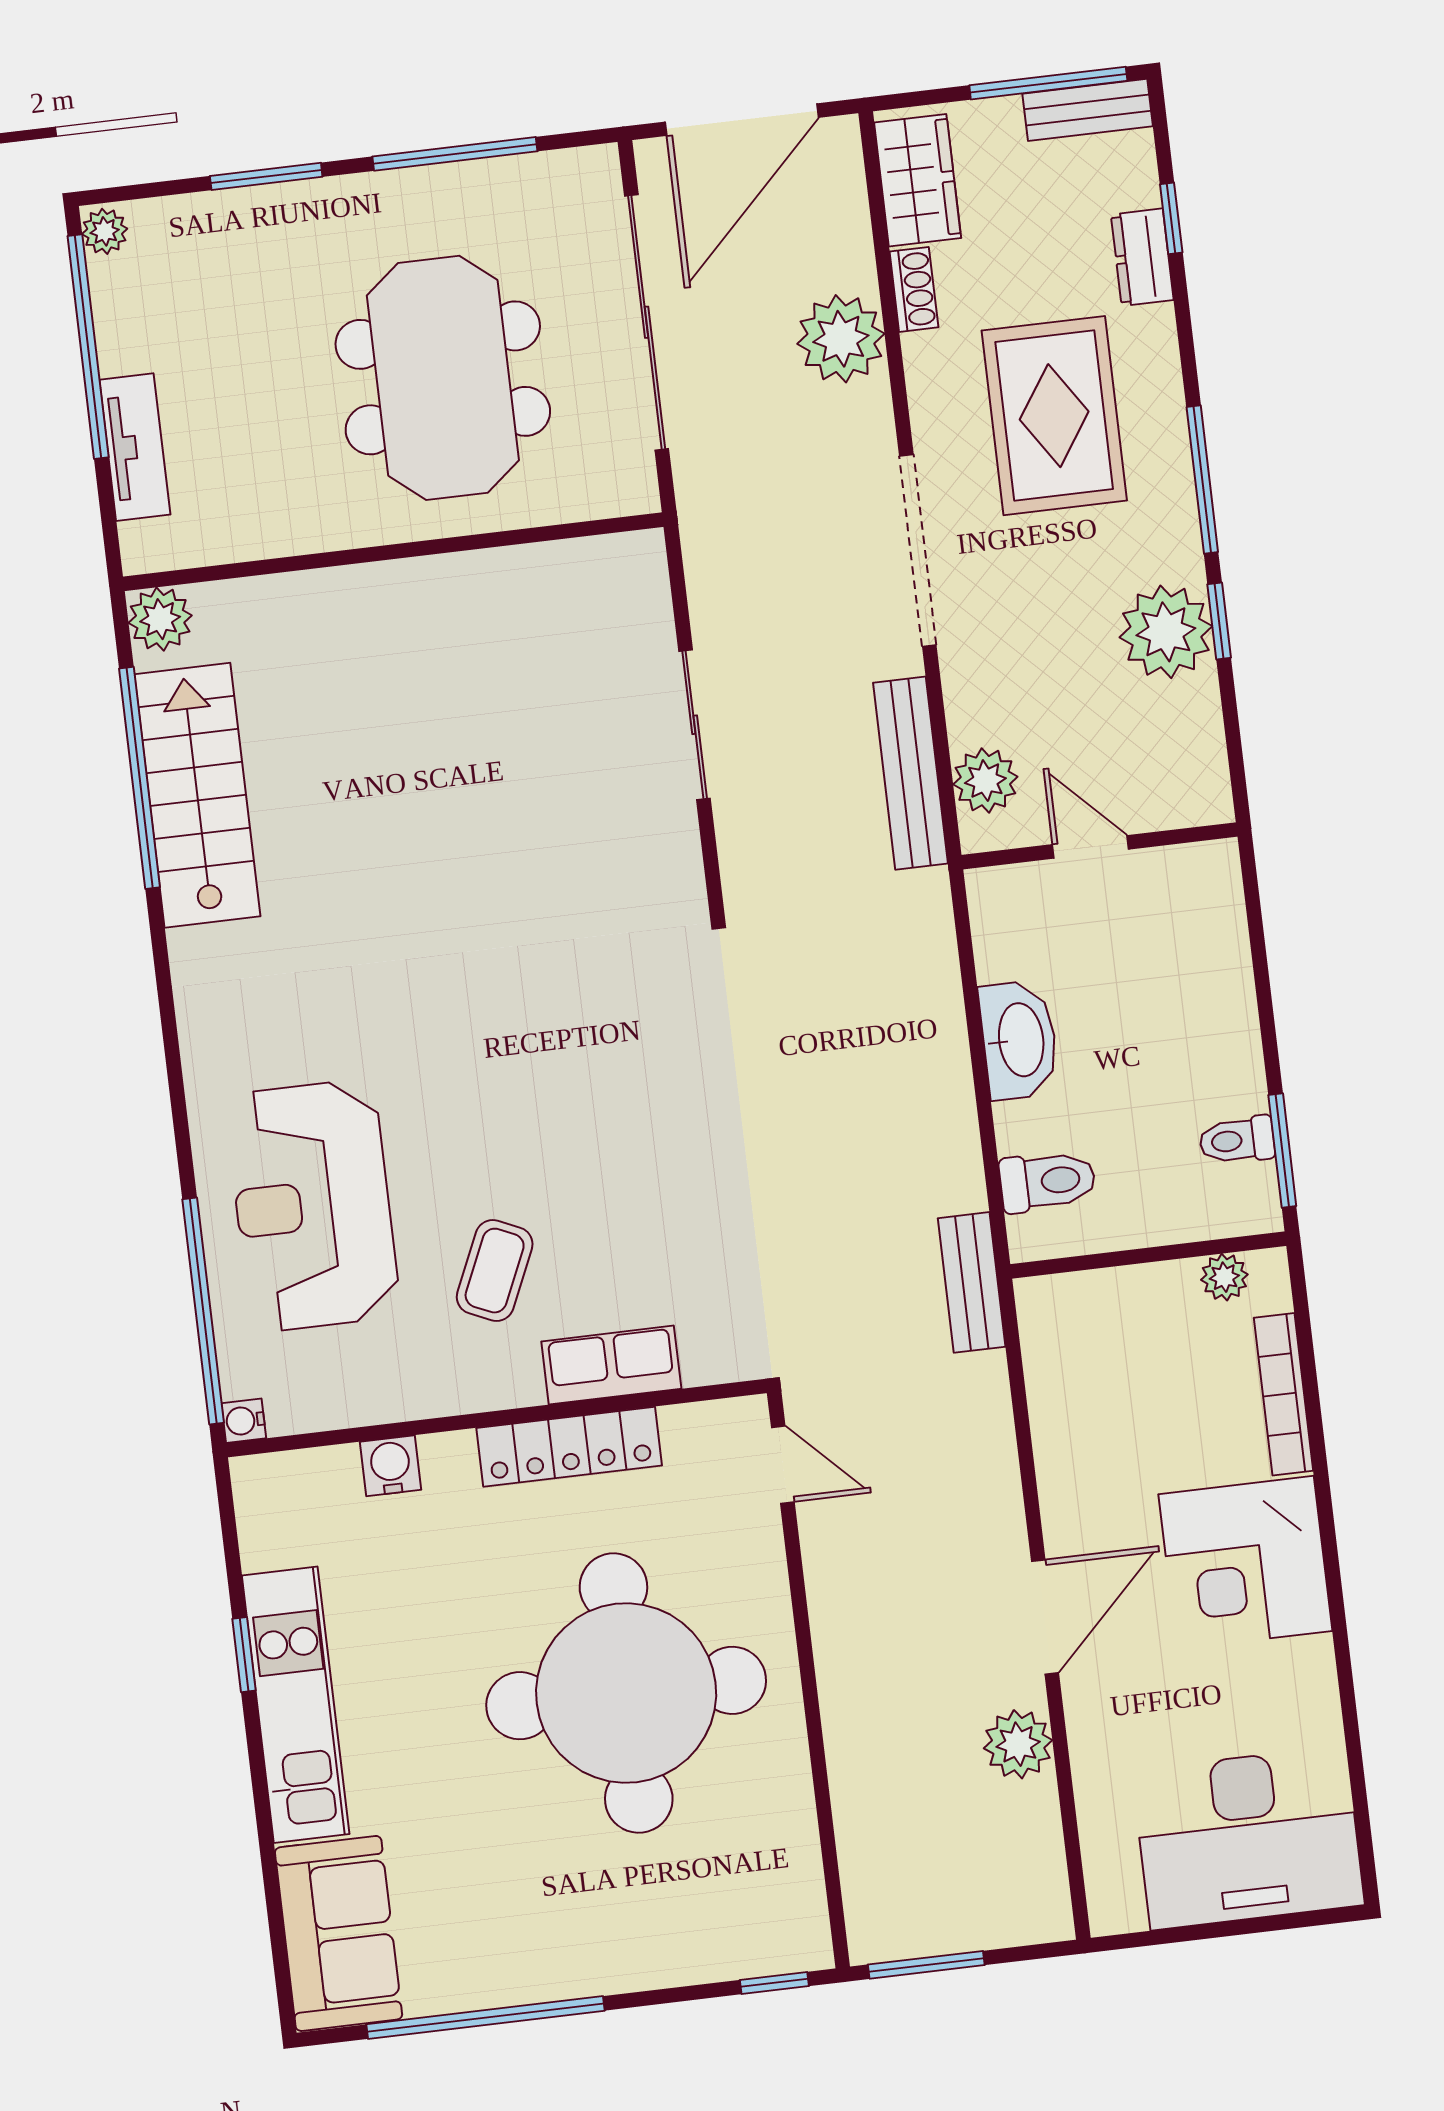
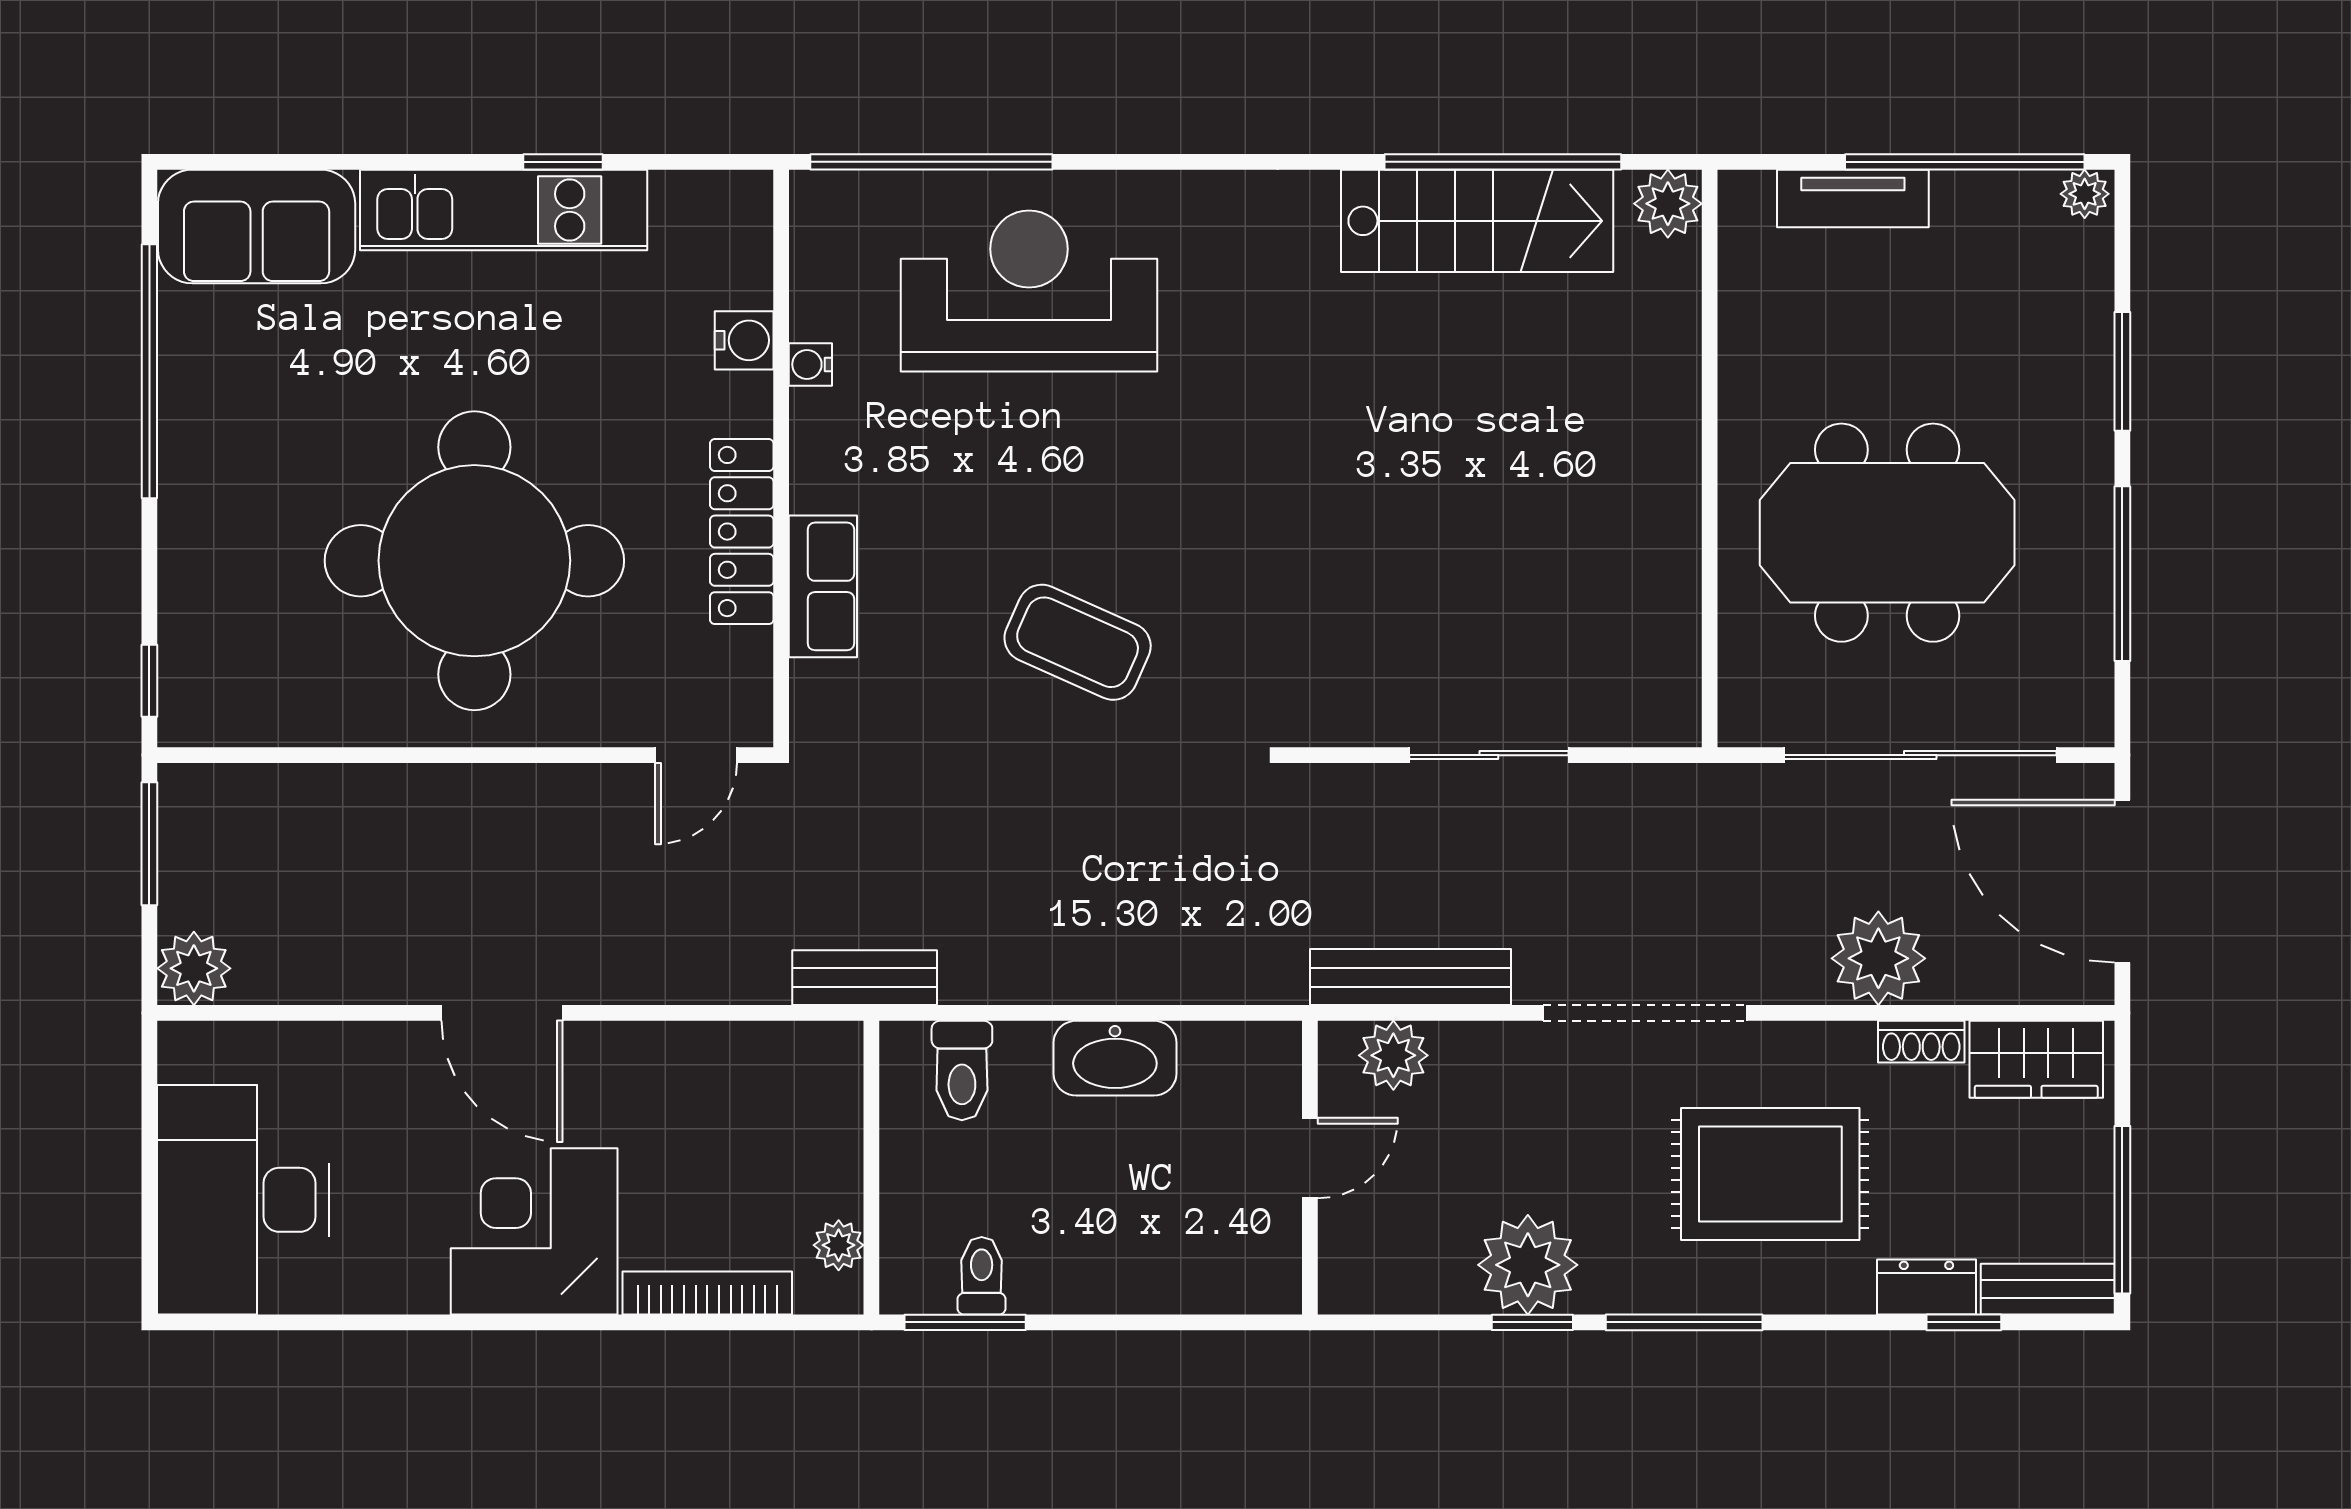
bench: (1088, 110) -> (2048, 1289), moved, turned 90
coffee table: (495, 1271) -> (1078, 642), moved, width x1.36, depth x1.30
water cooler: (244, 1421) -> (810, 364), moved, turned -90
plant: (1018, 1744) -> (194, 968), moved

